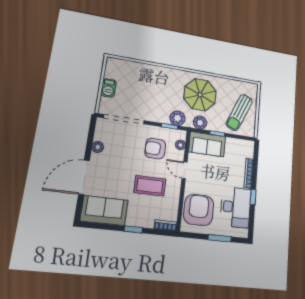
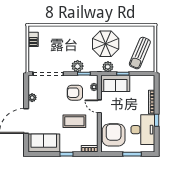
barbecue: (108, 88) -> (33, 39), moved
plant: (177, 118) -> (78, 66), moved

